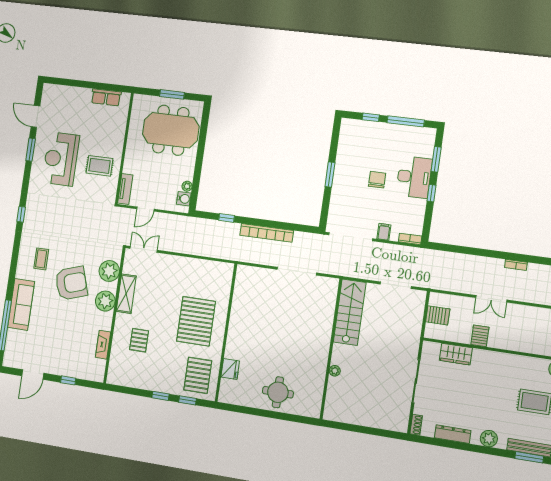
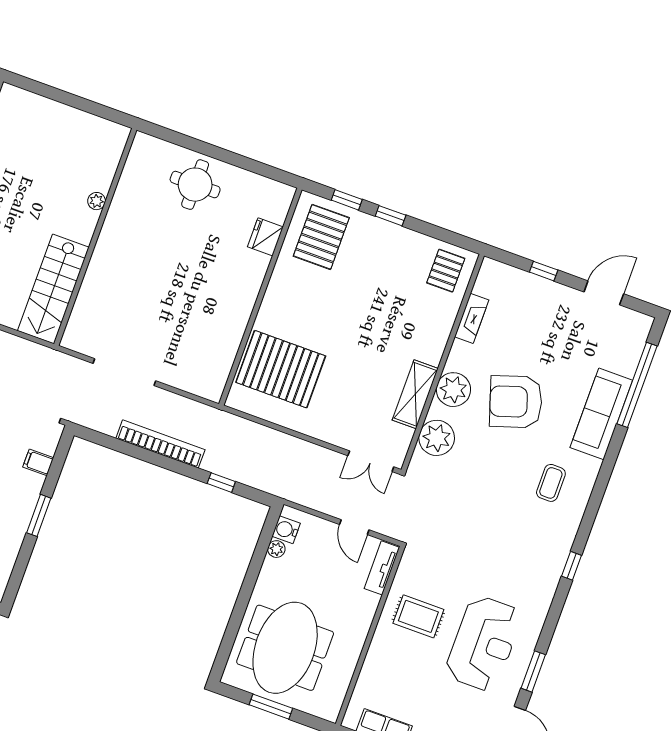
meeting table: (171, 130) -> (285, 648), turned 90
filing cabinet: (337, 206) -> (38, 462), added
door: (145, 209) -> (354, 527), swing flipped
armchair: (71, 283) -> (516, 402), moved
pallet: (196, 321) -> (281, 369), moved, turned 90
pallet: (139, 340) -> (446, 271), moved

